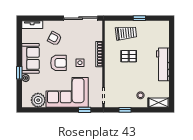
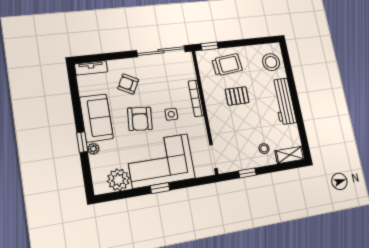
window: (139, 18) -> (210, 46), moved
stool: (159, 35) -> (271, 62), added
armchair: (58, 63) -> (140, 119), turned 95
window: (85, 110) -> (160, 188), moved

